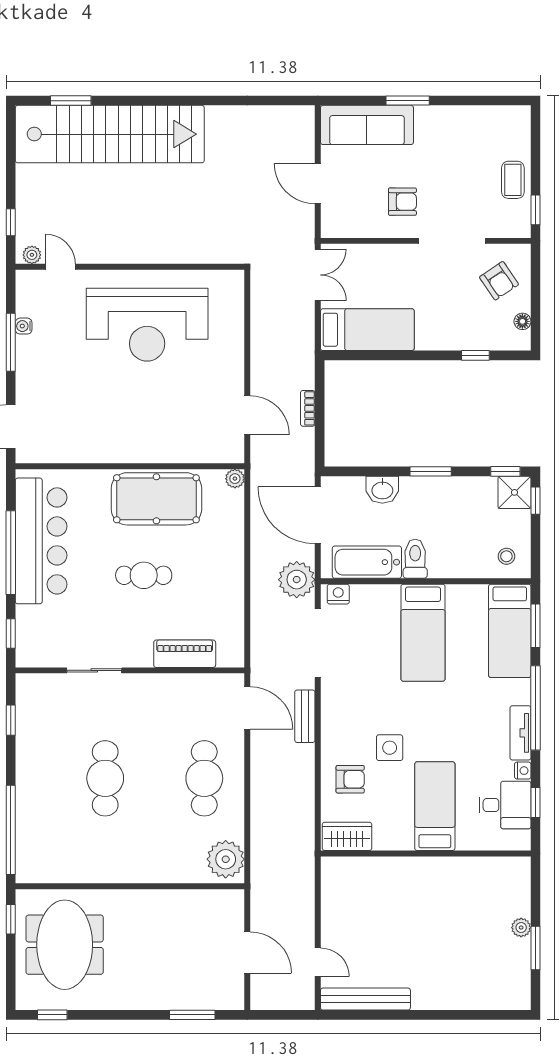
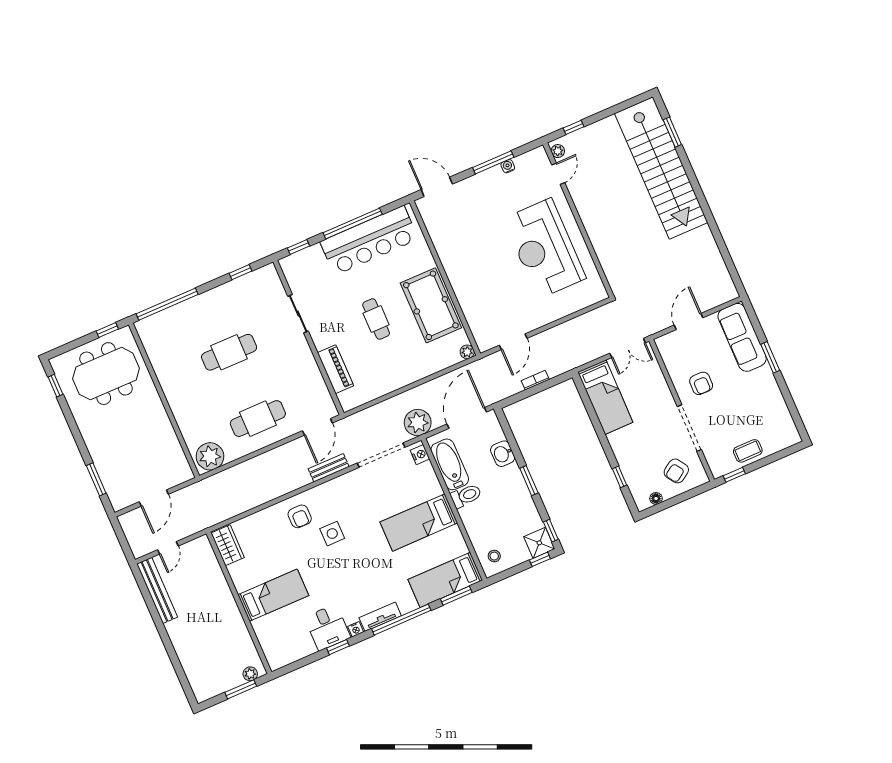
bed: (435, 806) -> (273, 595), moved
wardrobe: (347, 836) -> (228, 545), moved
wall: (426, 853) -> (239, 603), moved

